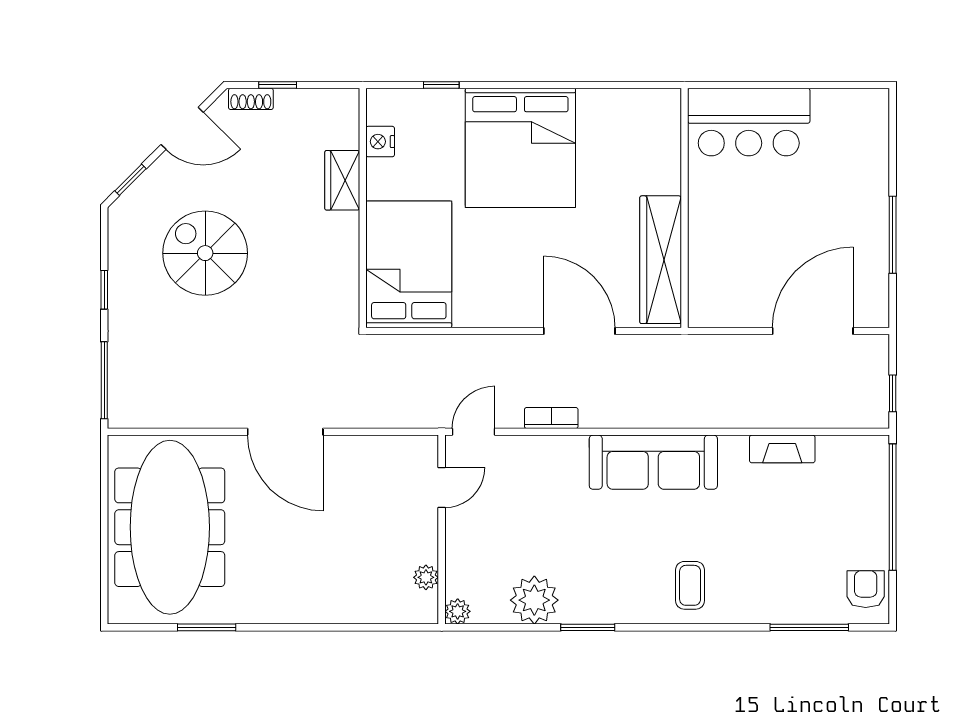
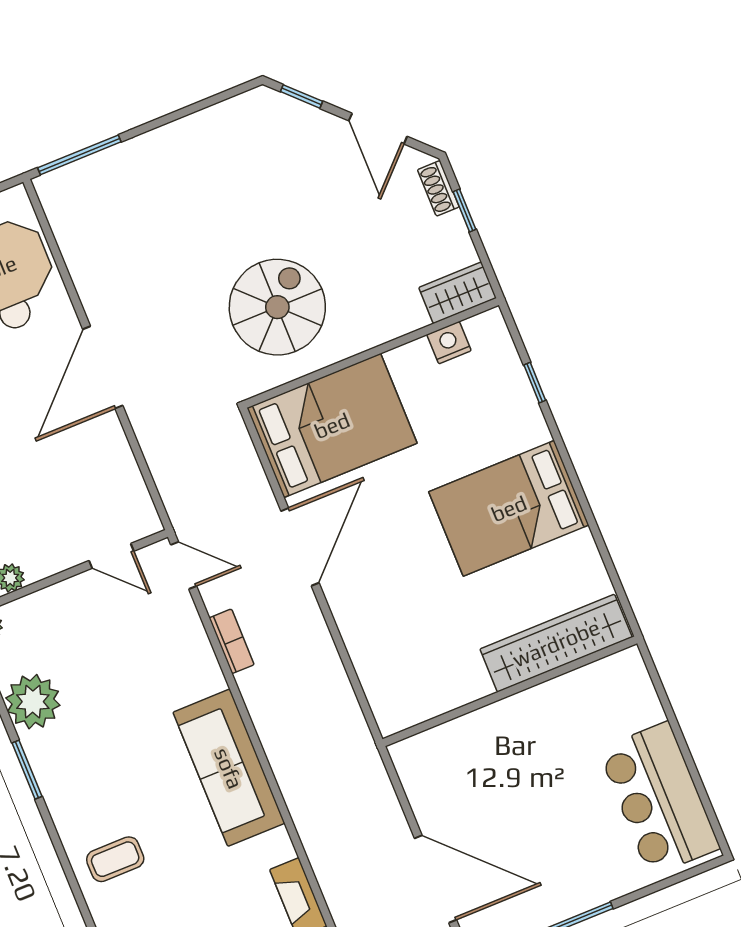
bar counter: (749, 122) -> (659, 799), moved
bed: (520, 148) -> (509, 508), width x0.73
wardrobe: (342, 180) -> (458, 293), moved
spiral stairs: (205, 253) -> (277, 307), moved
wardrobe: (661, 260) -> (556, 643), moved
window: (104, 290) -> (175, 116), removed
door: (579, 331) -> (300, 547), moved

